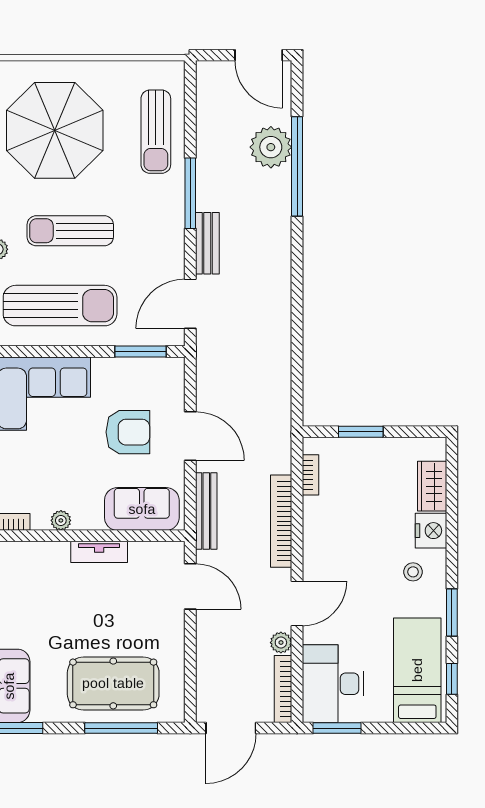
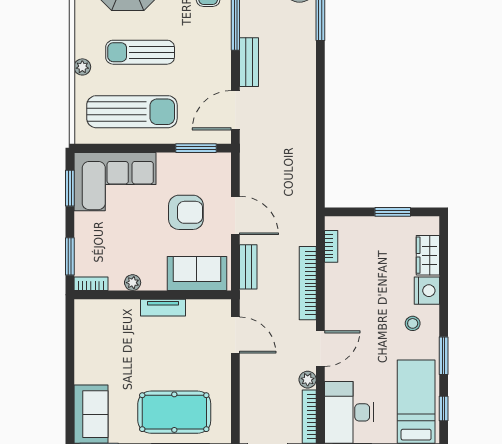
window: (361, 432) -> (393, 212), moved
bench: (206, 511) -> (248, 267), width x0.73

